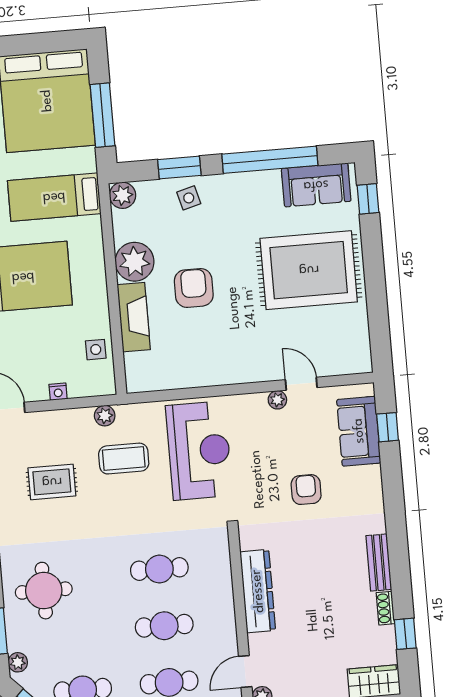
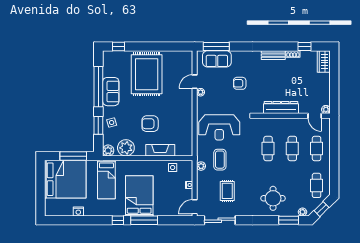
sofa: (316, 185) -> (111, 92), moved
plant: (135, 262) -> (126, 148), moved
window: (388, 427) -> (216, 46), width x2.17
reception desk: (199, 451) -> (219, 127), turned 180

